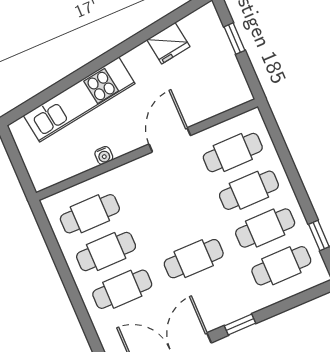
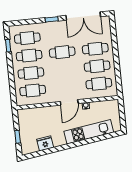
door: (170, 140) -> (69, 102), moved

